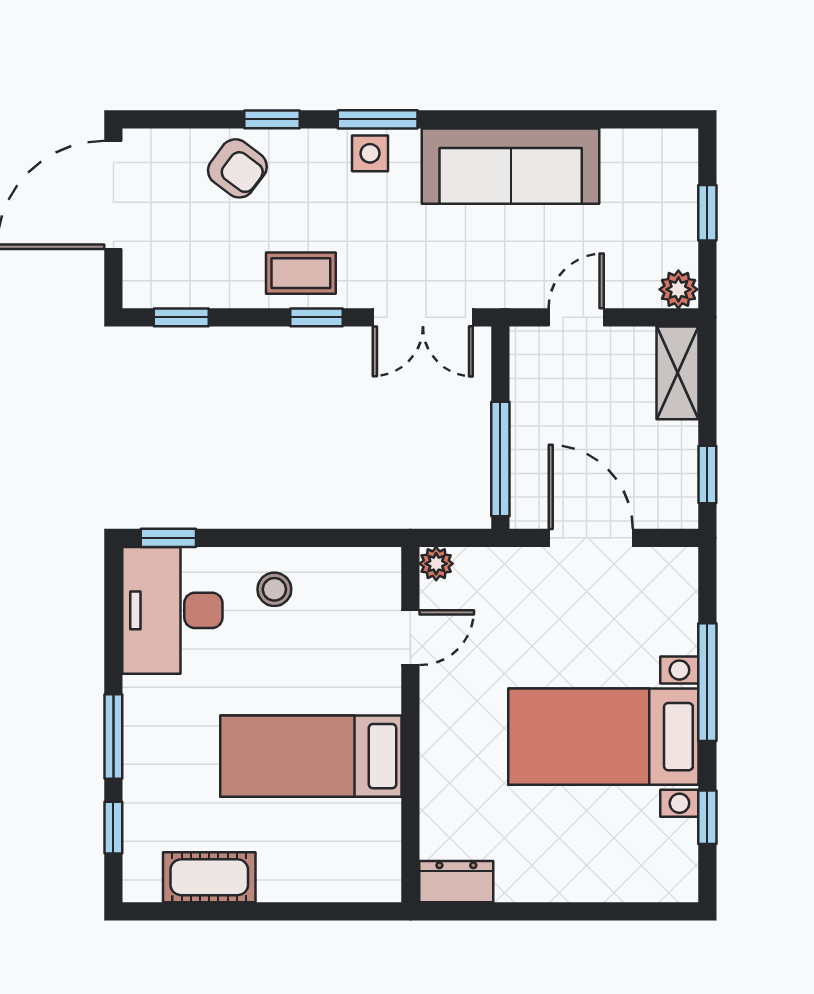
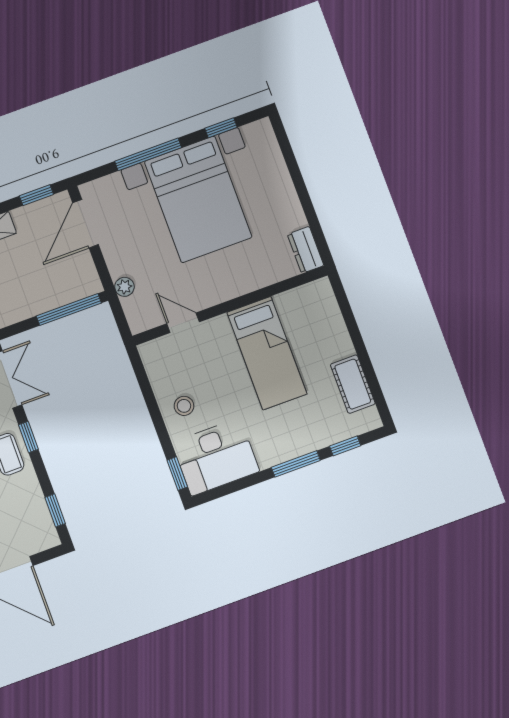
door: (591, 538) -> (86, 224), moved
plant: (436, 564) -> (124, 287), moved
bed with nightstands: (603, 737) -> (198, 199), width x1.36

